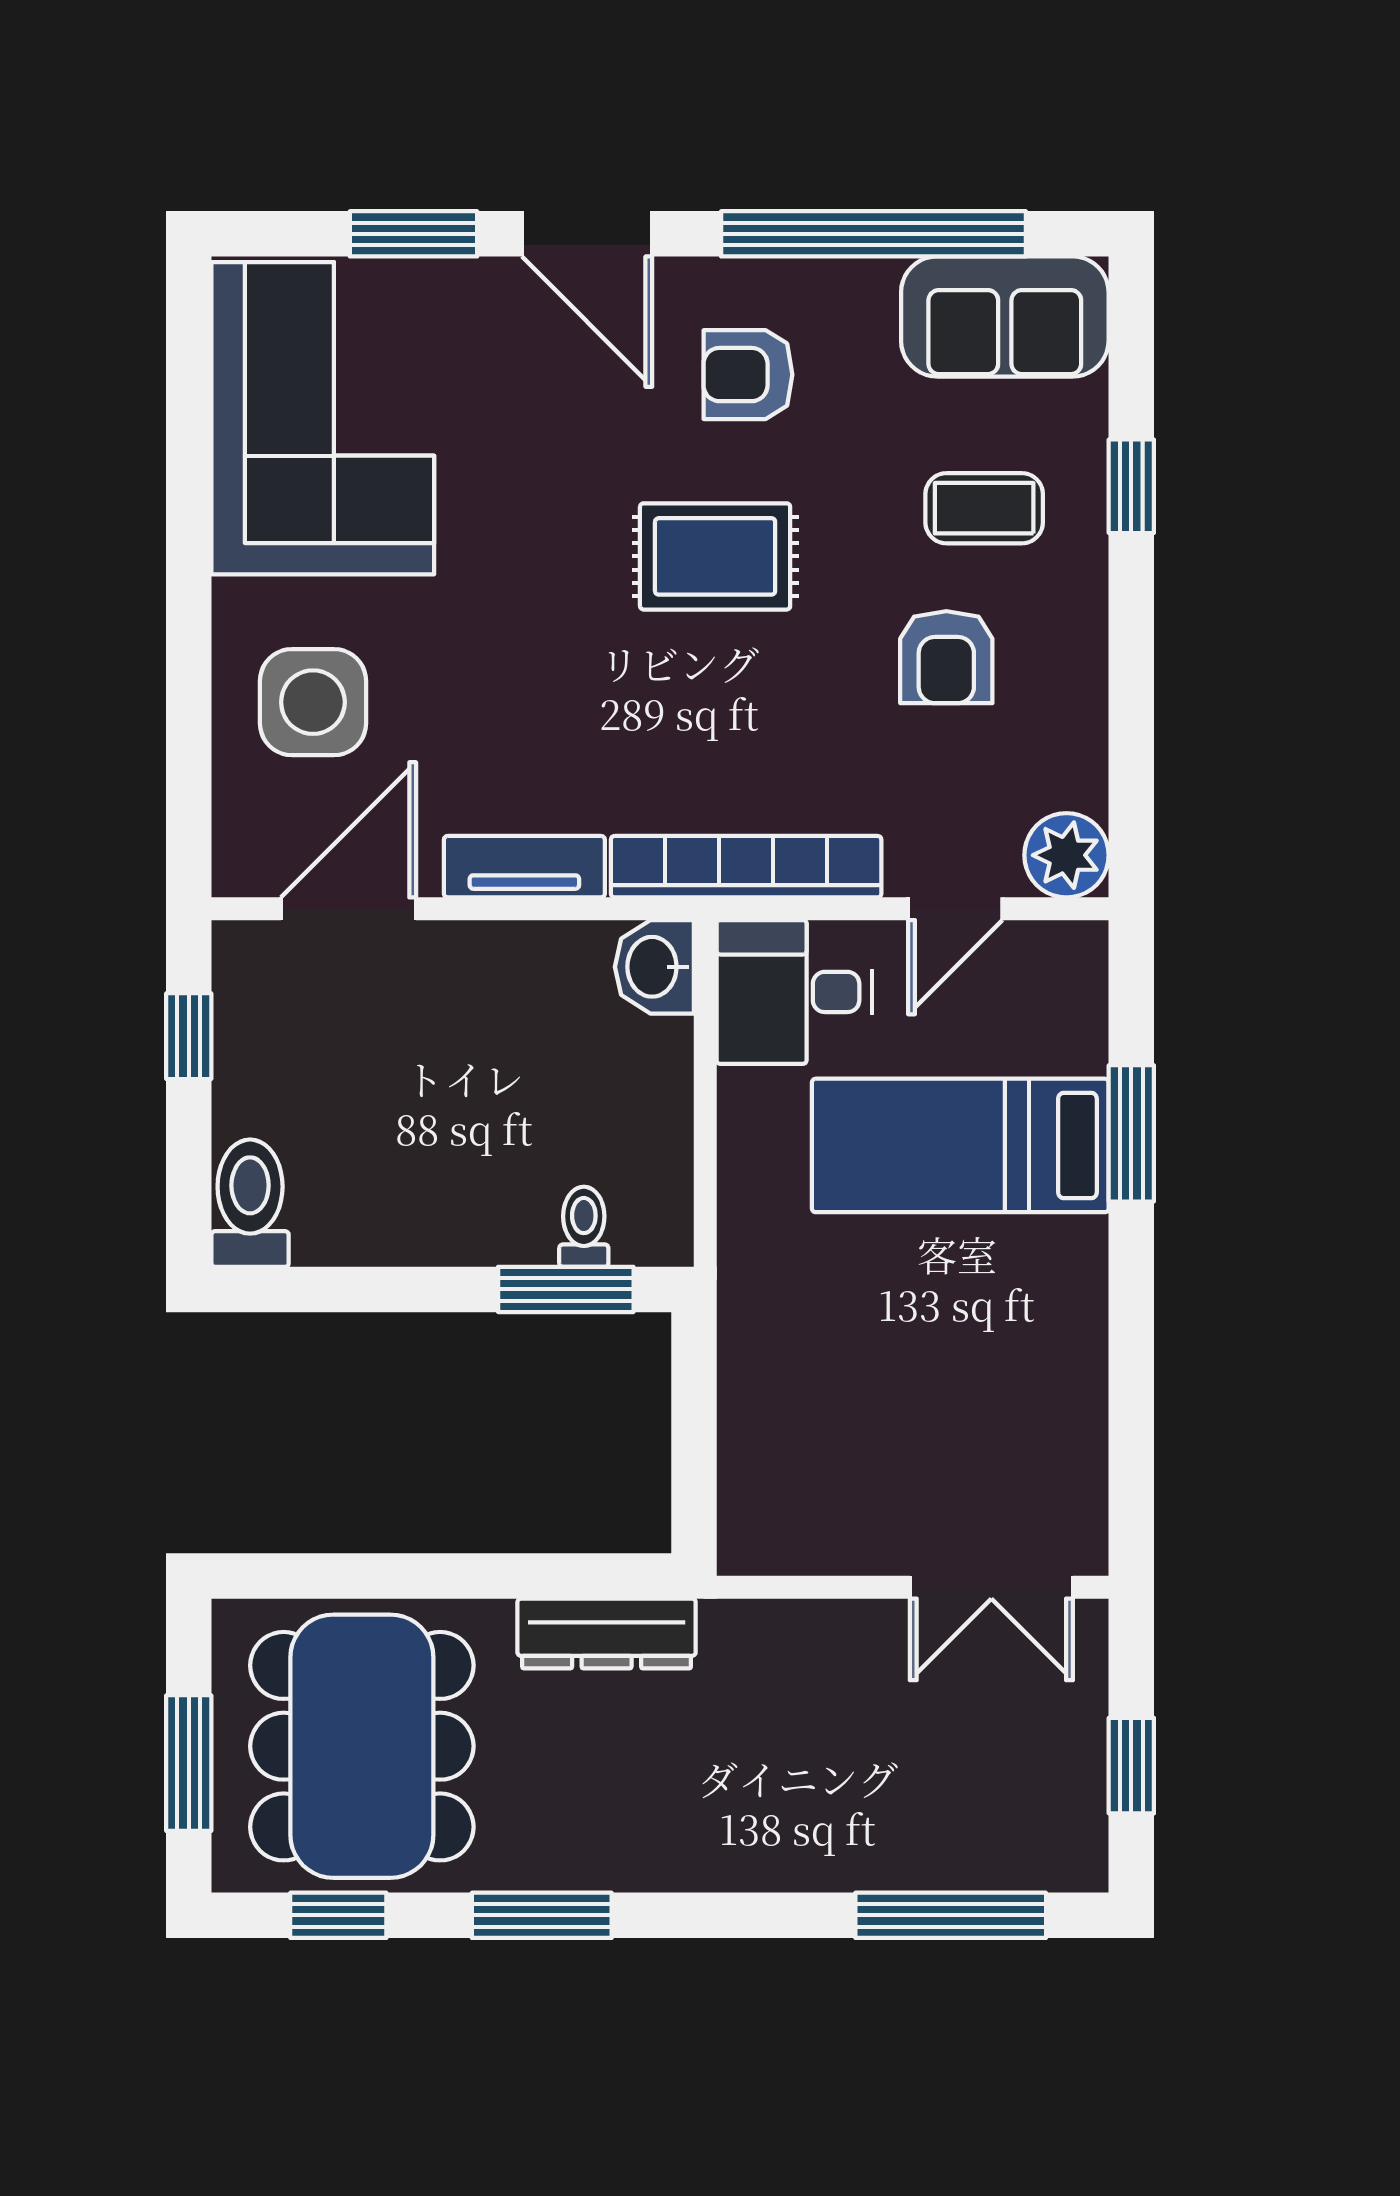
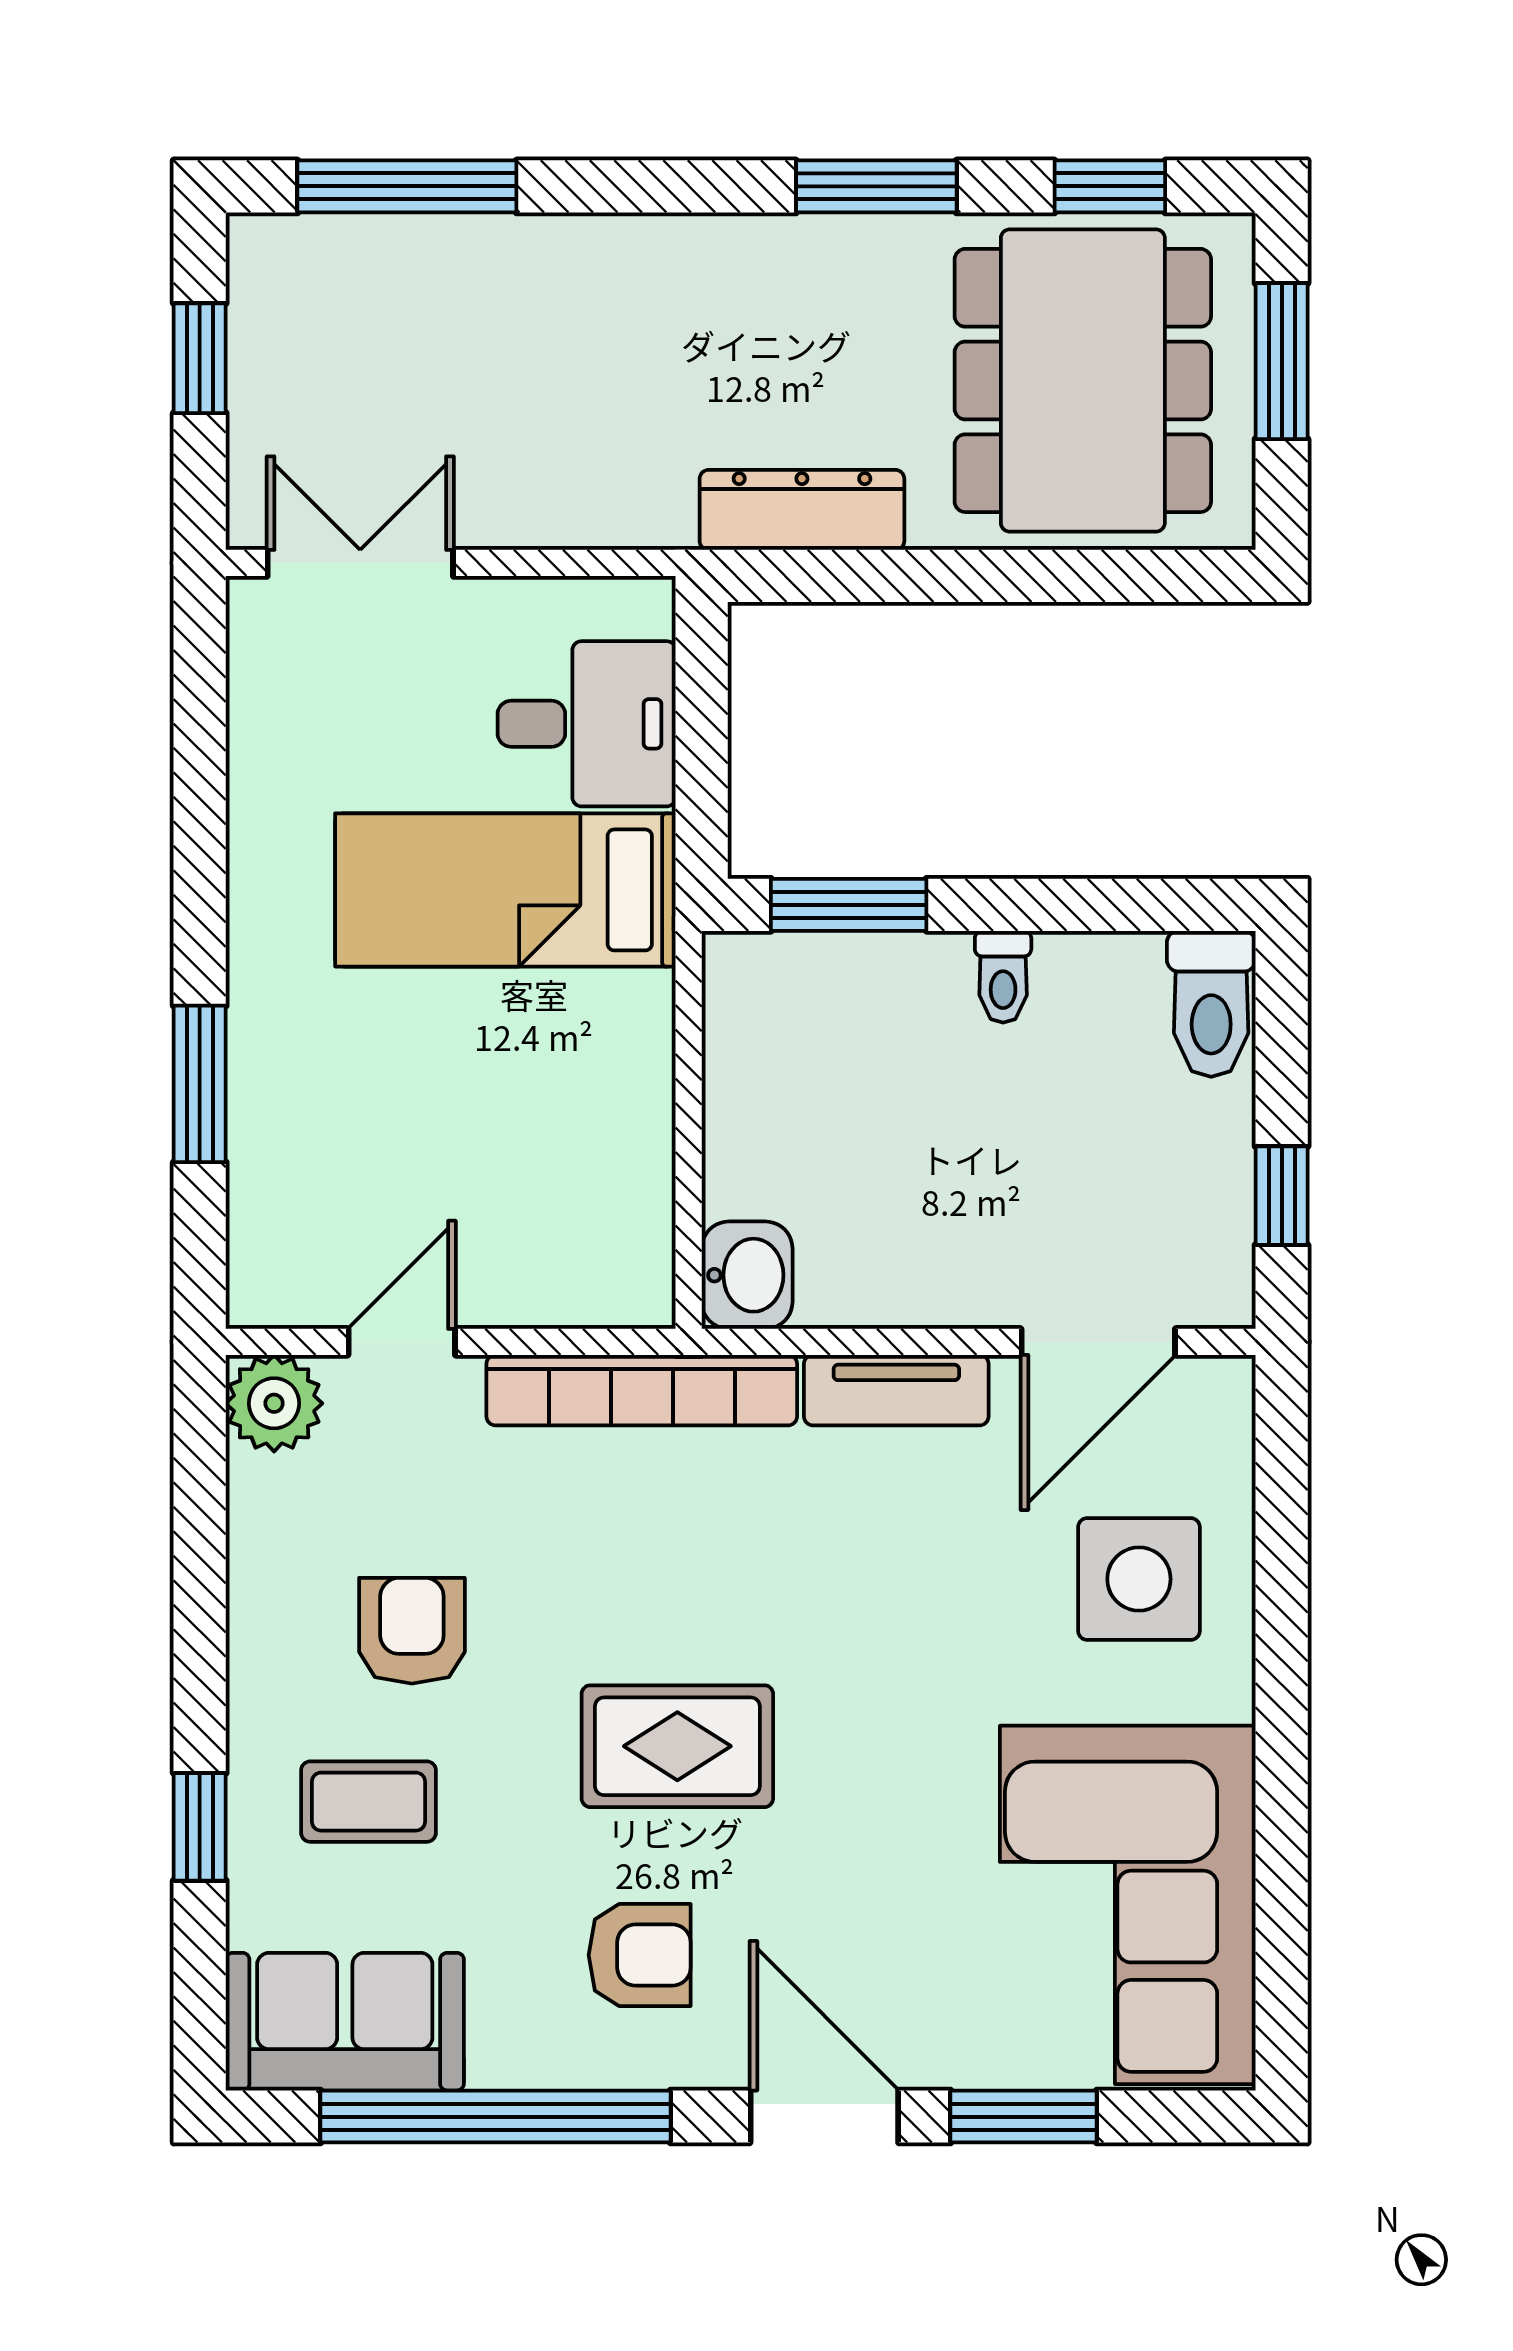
desk: (794, 992) -> (587, 724), moved
bed: (960, 1145) -> (505, 890), moved, turned 180
toilet: (584, 1227) -> (1003, 977), moved

